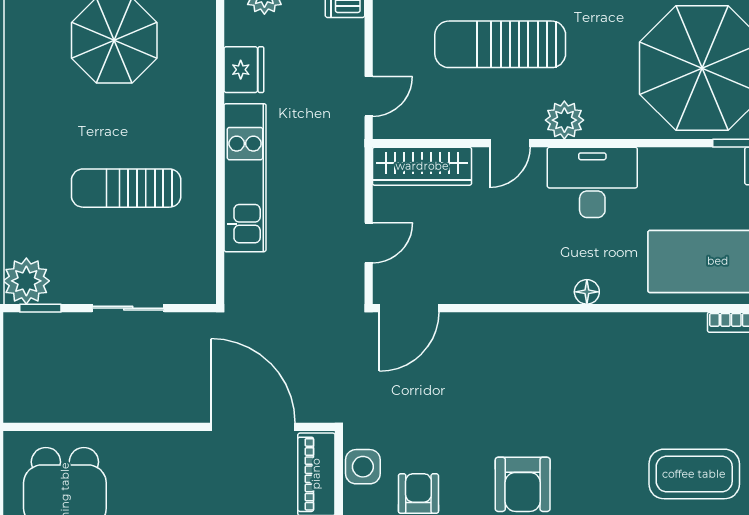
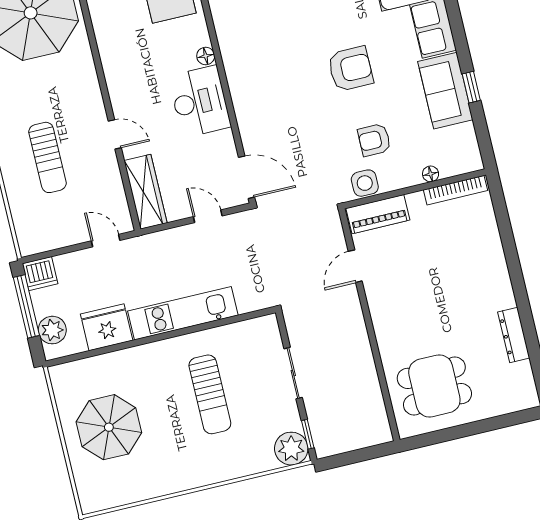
sun lounger: (500, 44) -> (47, 157), width x0.73, depth x0.75
fridge: (244, 70) -> (107, 327), width x1.36, depth x1.34
plant: (564, 120) -> (90, 100), removed
desk: (592, 182) -> (200, 102), moved, turned 180
door: (253, 427) -> (355, 266), width x0.53

